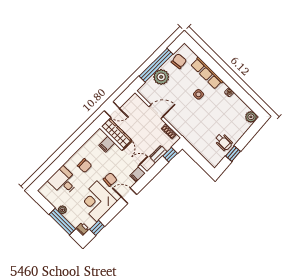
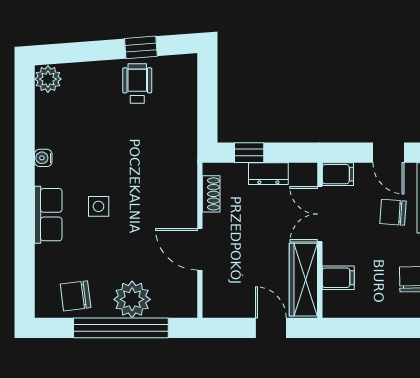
row of seats: (207, 73) -> (48, 215), width x0.68

